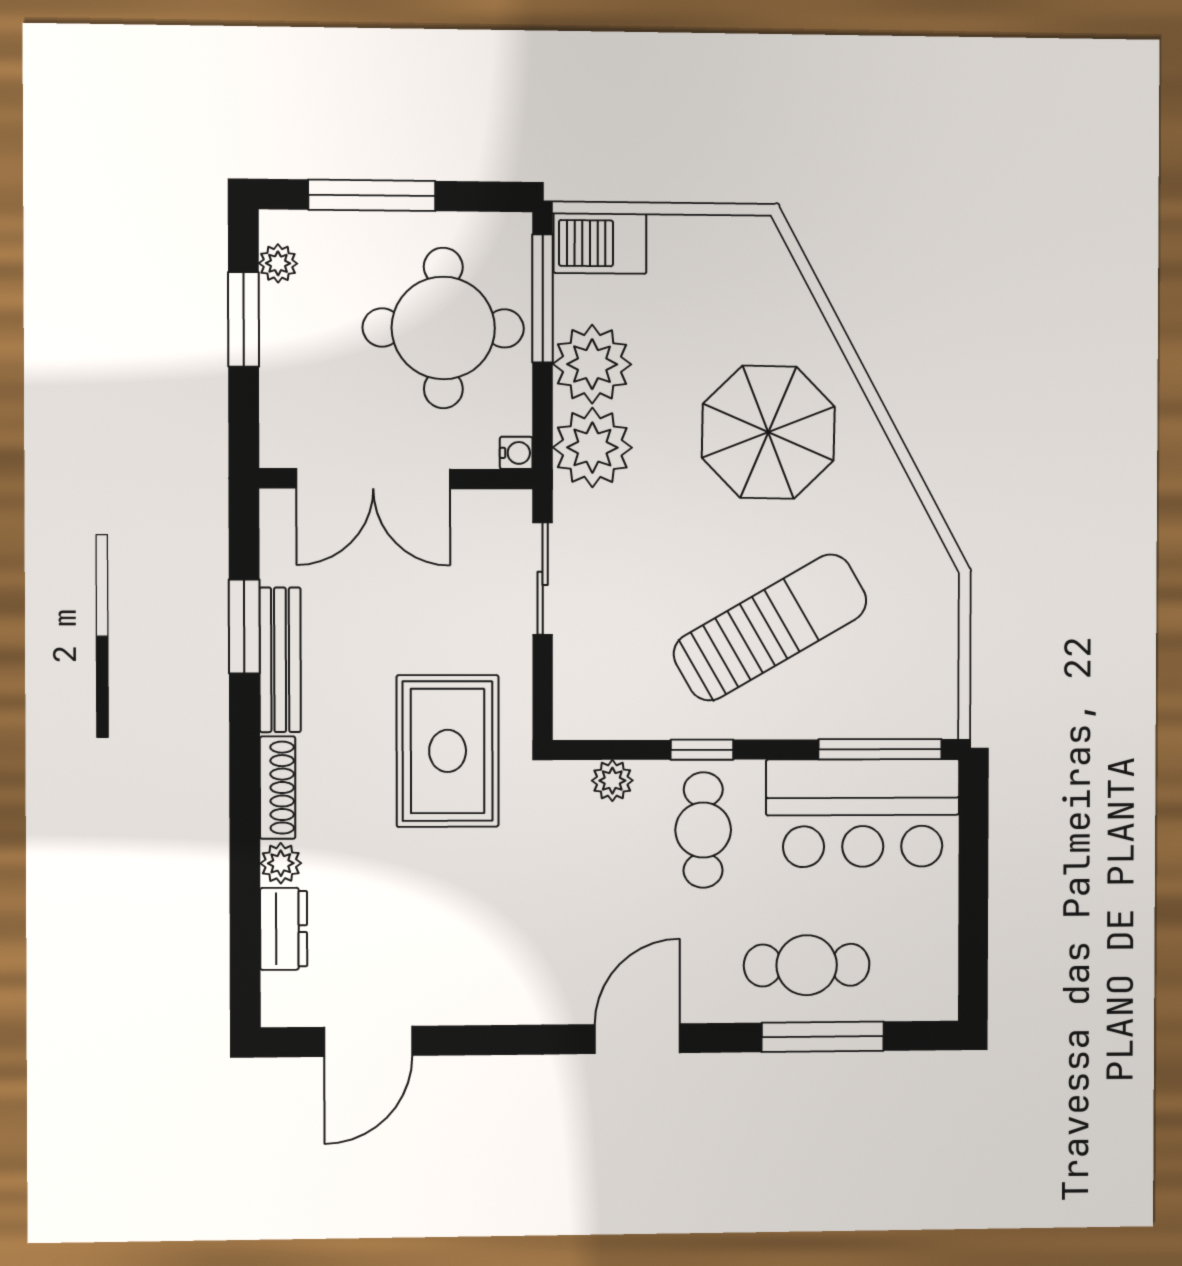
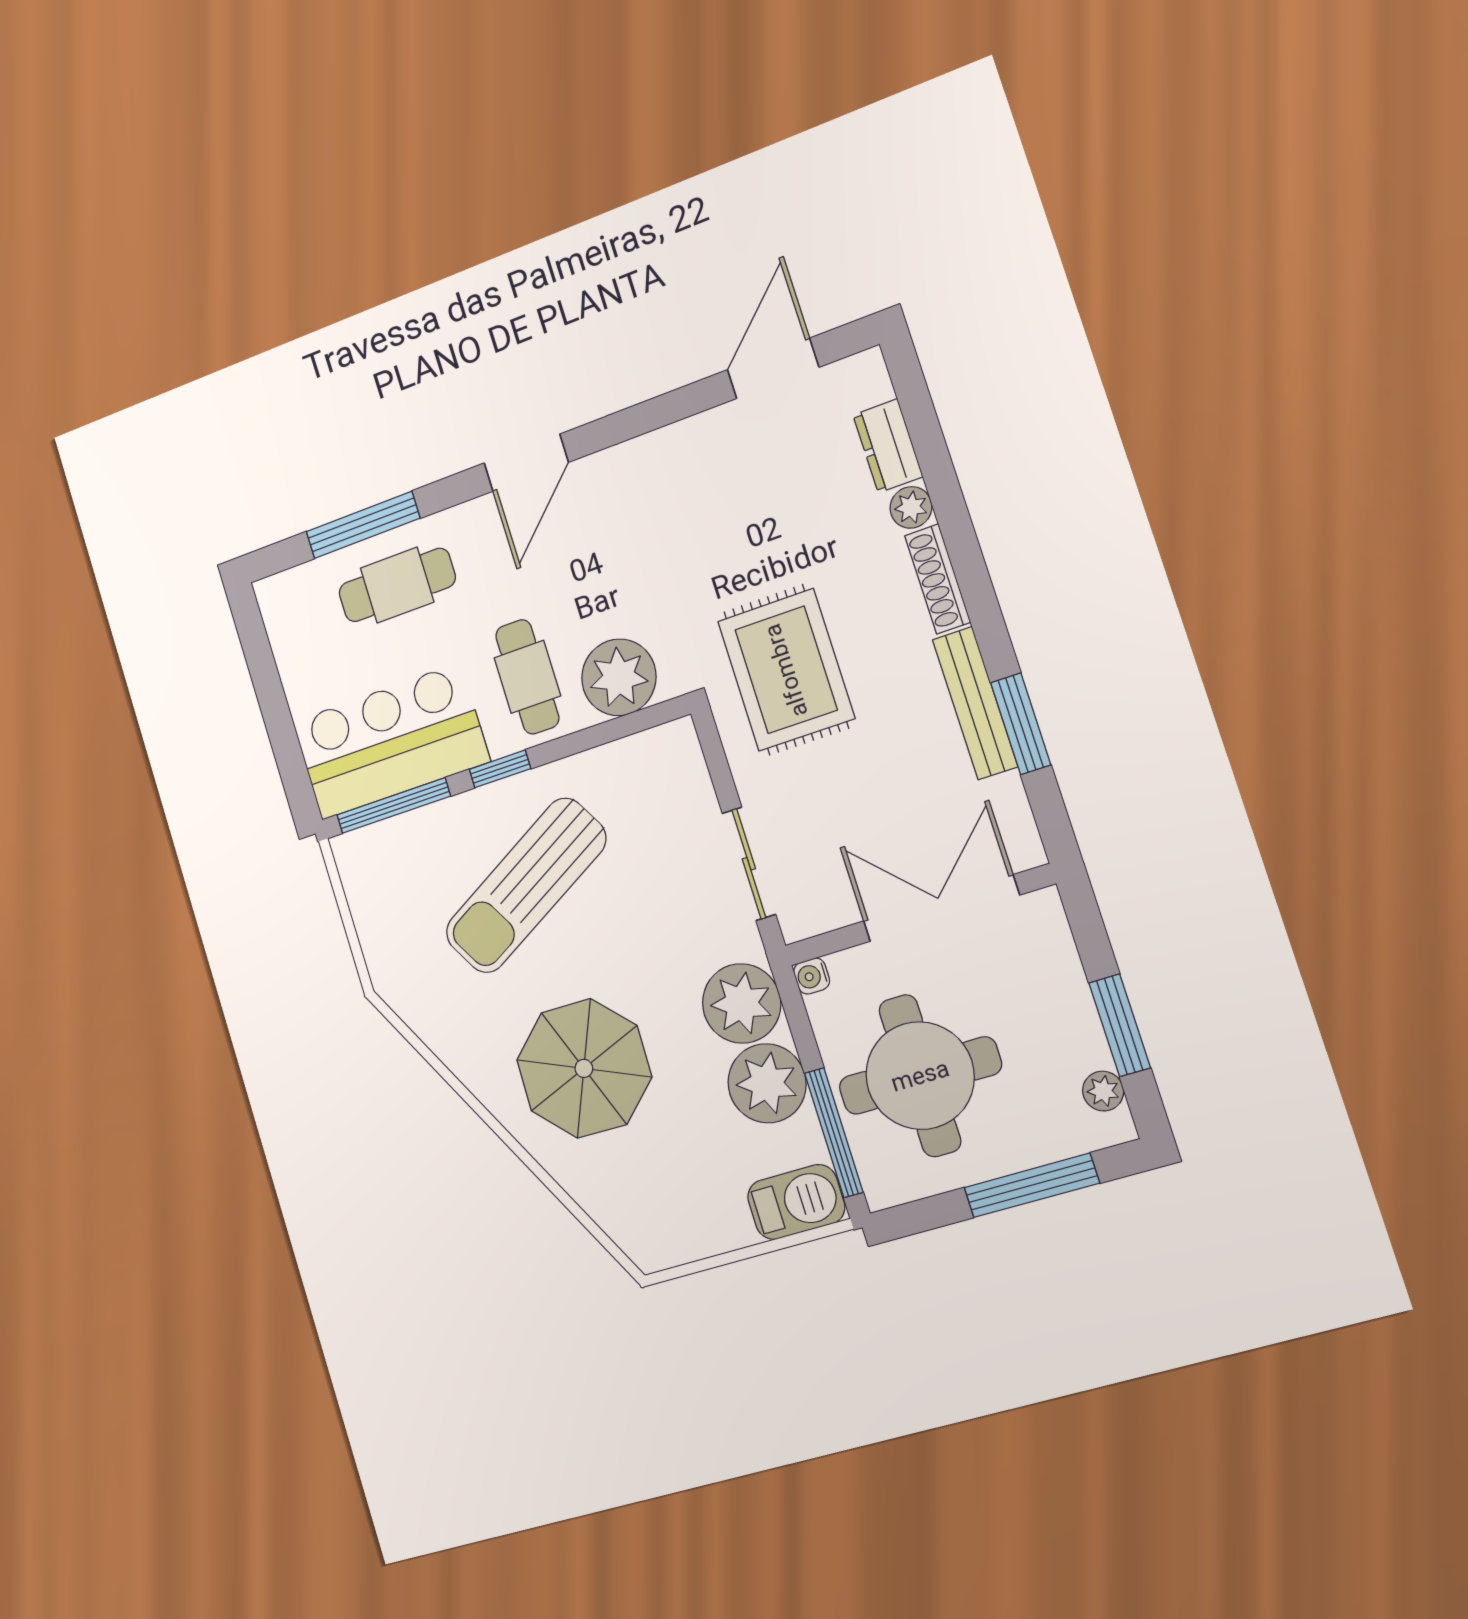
window: (702, 750) -> (500, 769), moved
plant: (612, 781) -> (619, 677), width x1.88, depth x1.88

